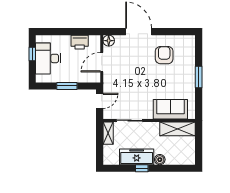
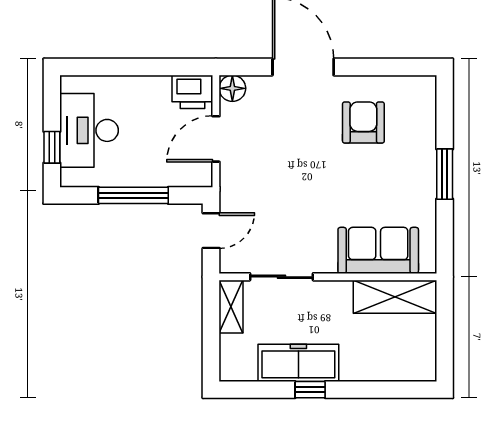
printer: (80, 42) -> (192, 92), moved
window: (32, 54) -> (52, 147), moved
window: (67, 86) -> (133, 195), width x1.44
boiler: (160, 160) -> (353, 369), removed

